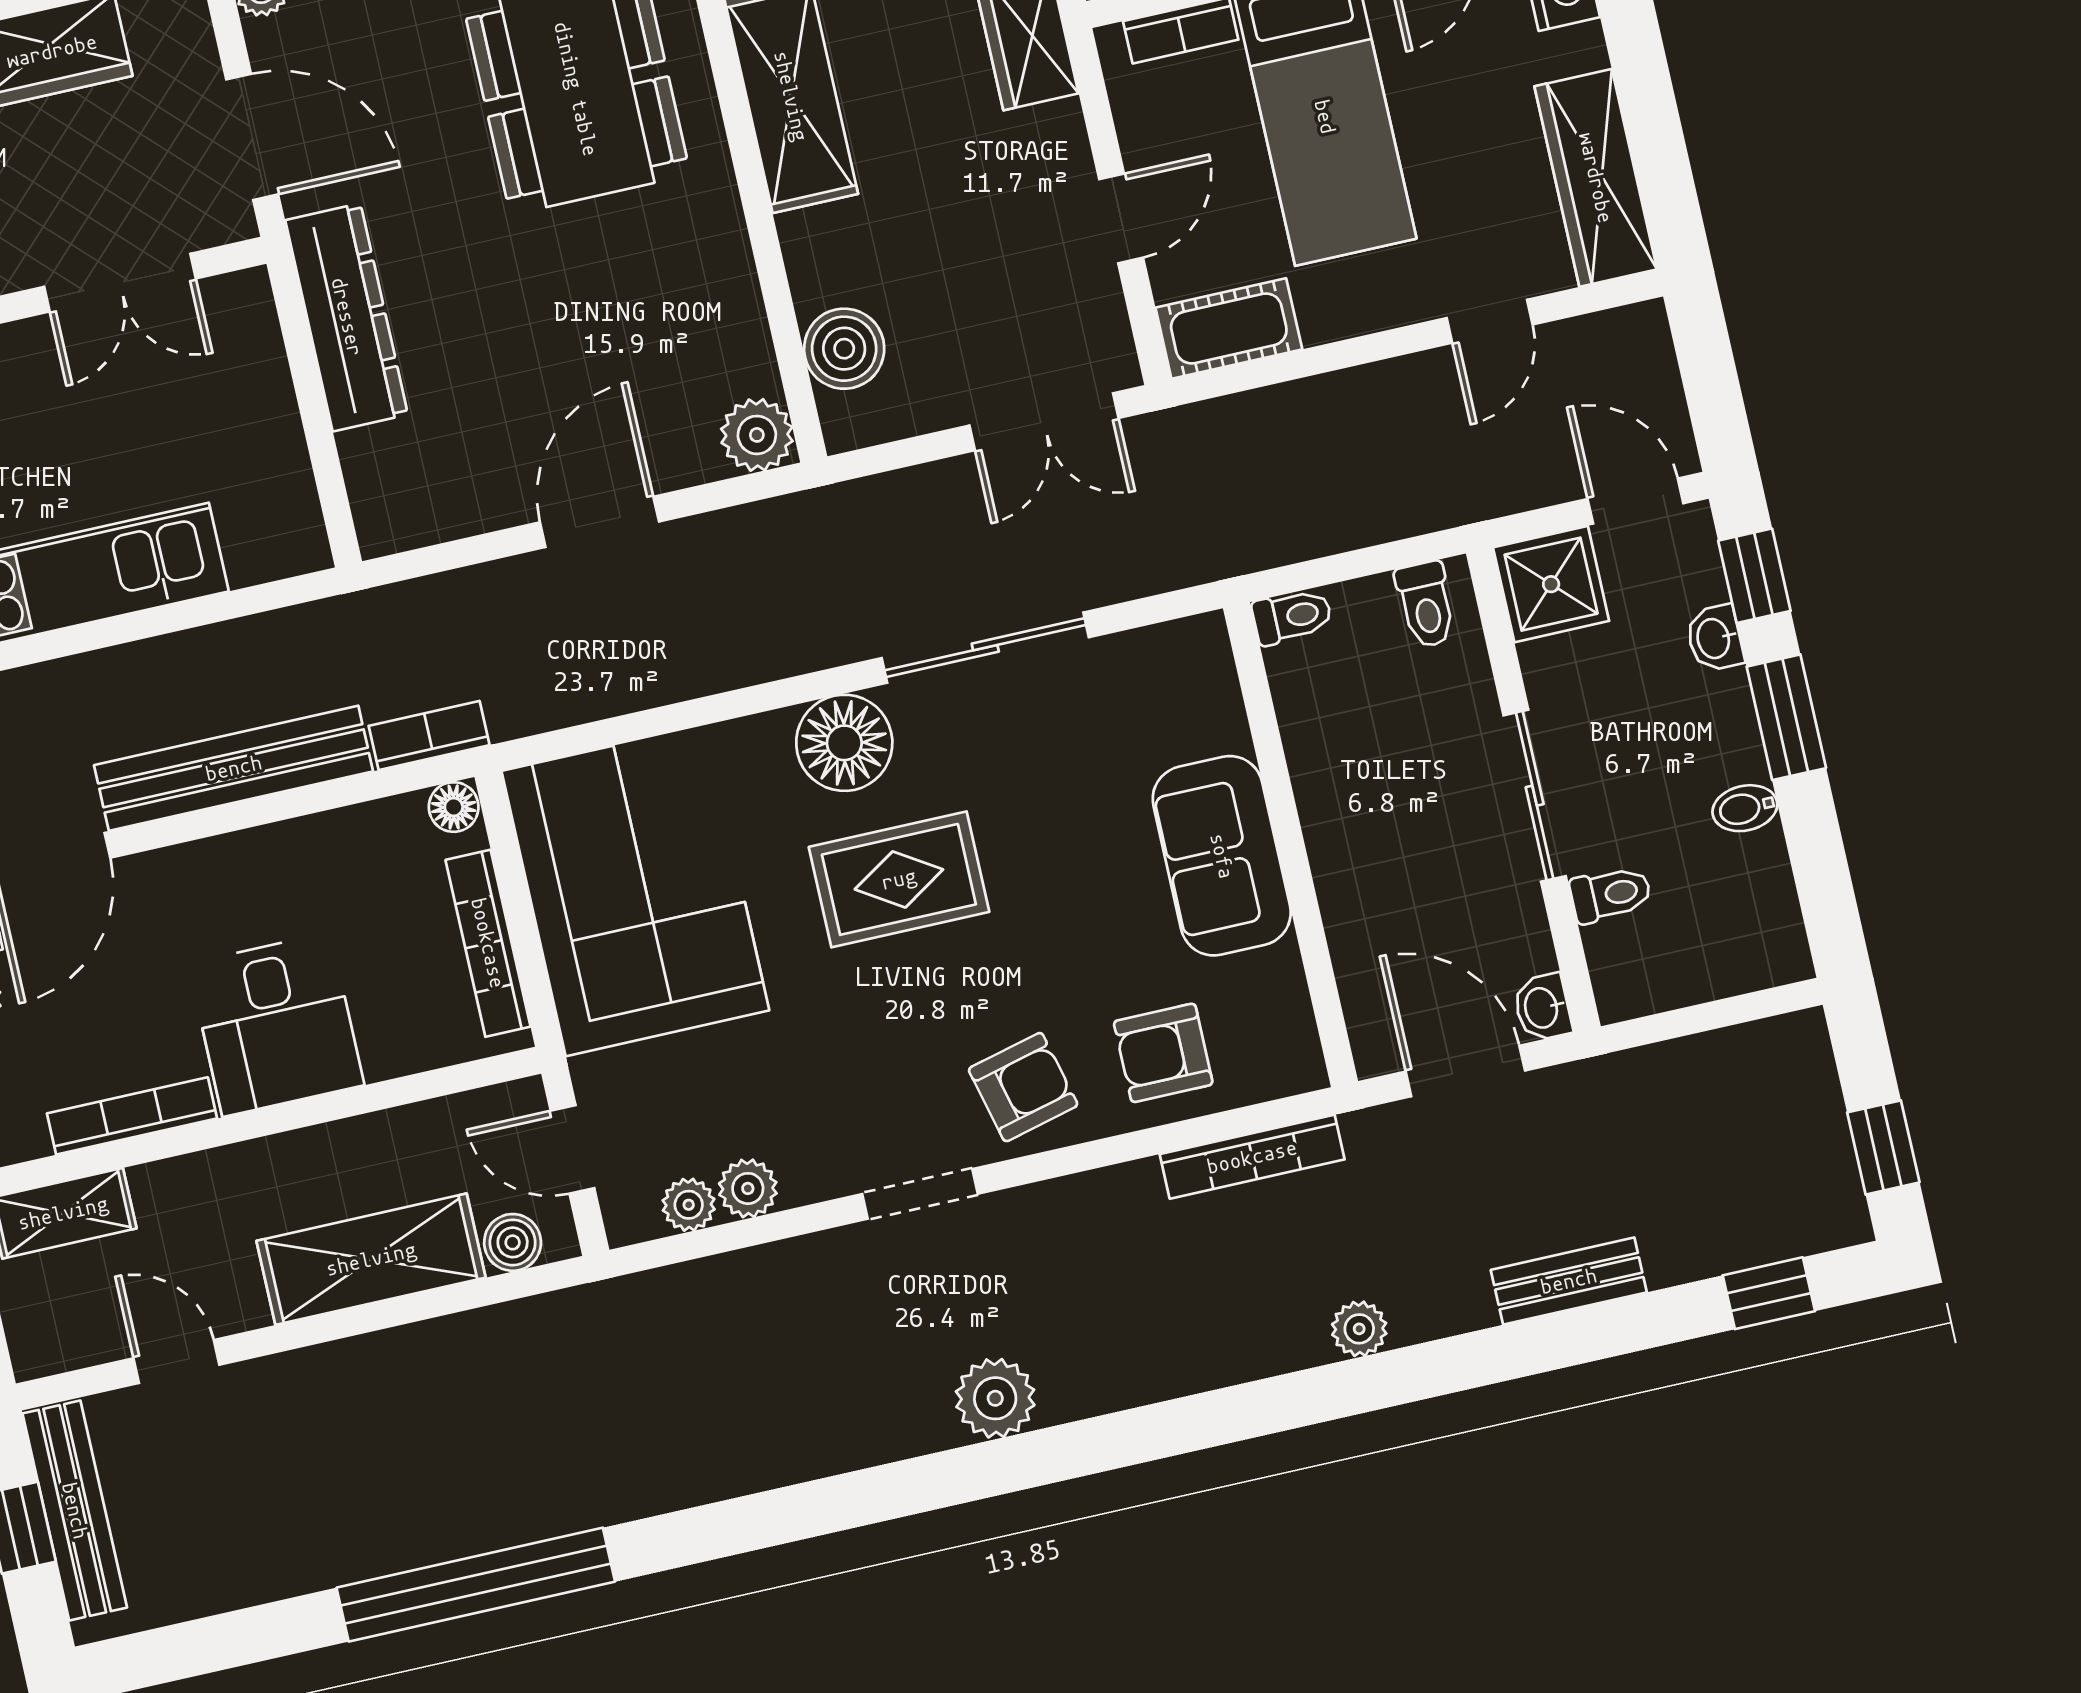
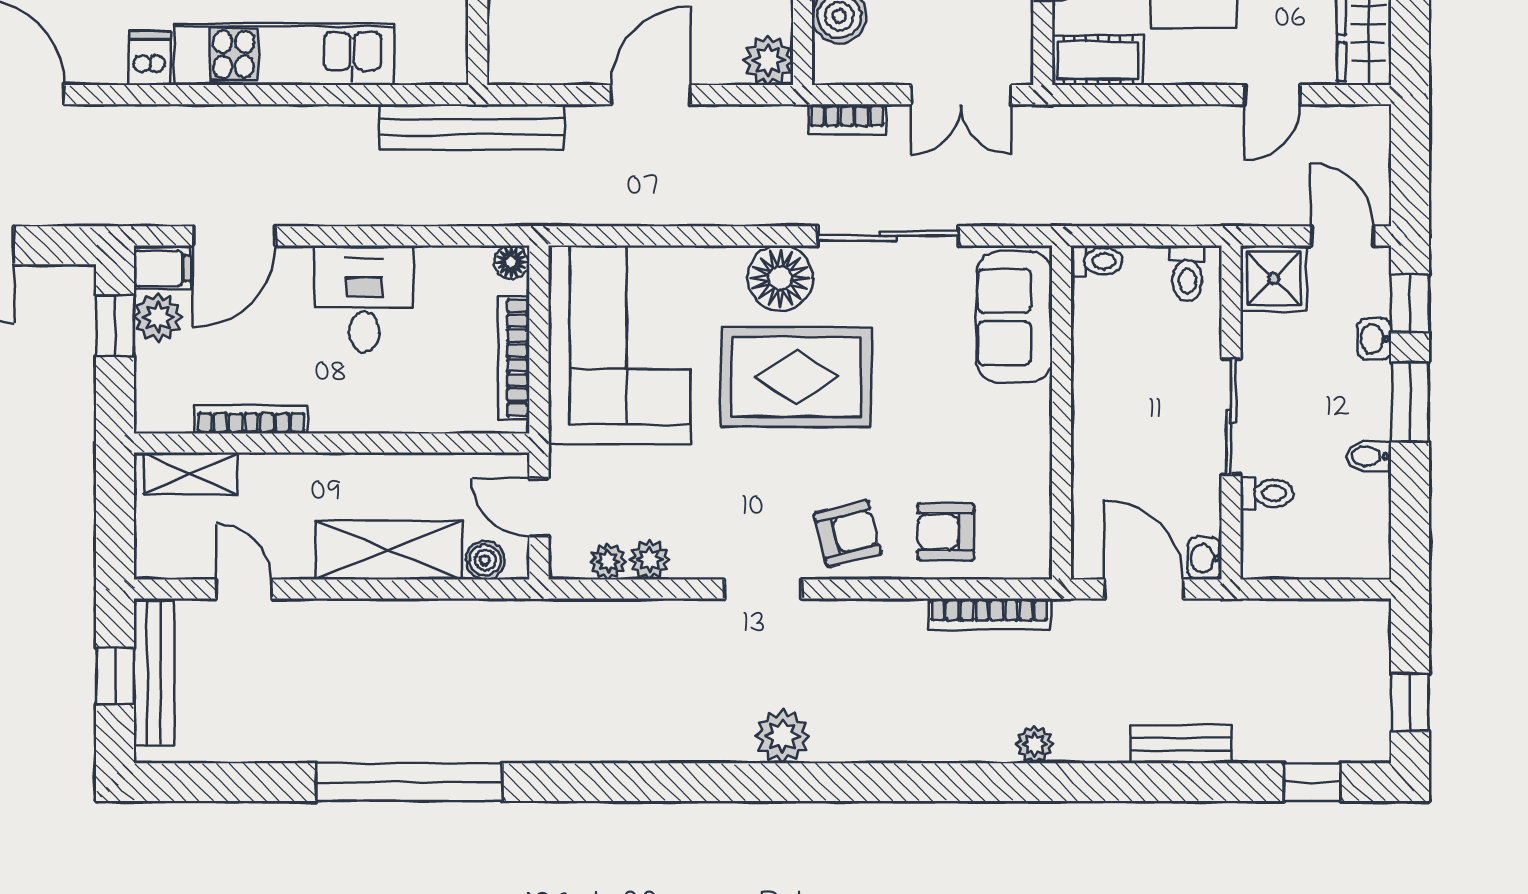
bookcase: (429, 735) -> (847, 119), moved, turned 180
bench: (234, 768) -> (472, 127), moved
sofa: (1222, 856) -> (1014, 317), moved
rug: (899, 879) -> (796, 377), width x1.36, depth x1.43
desk: (276, 1025) -> (364, 299), moved, turned 180

